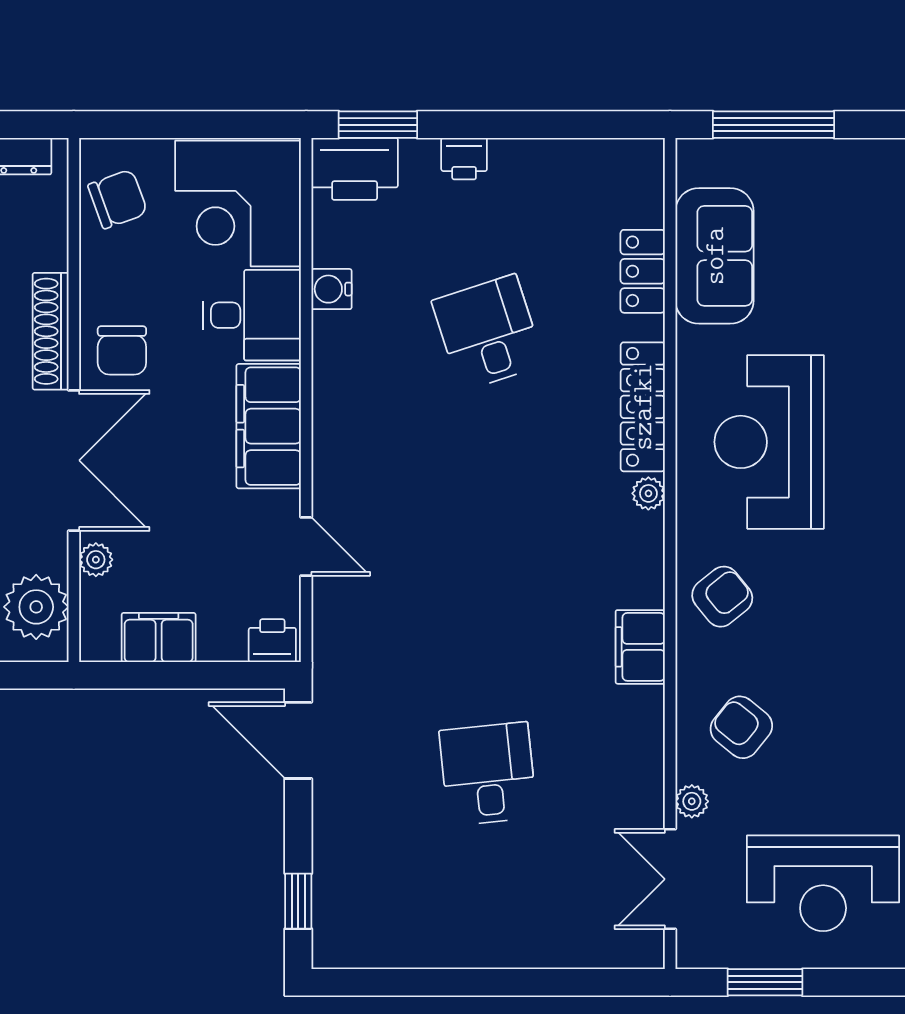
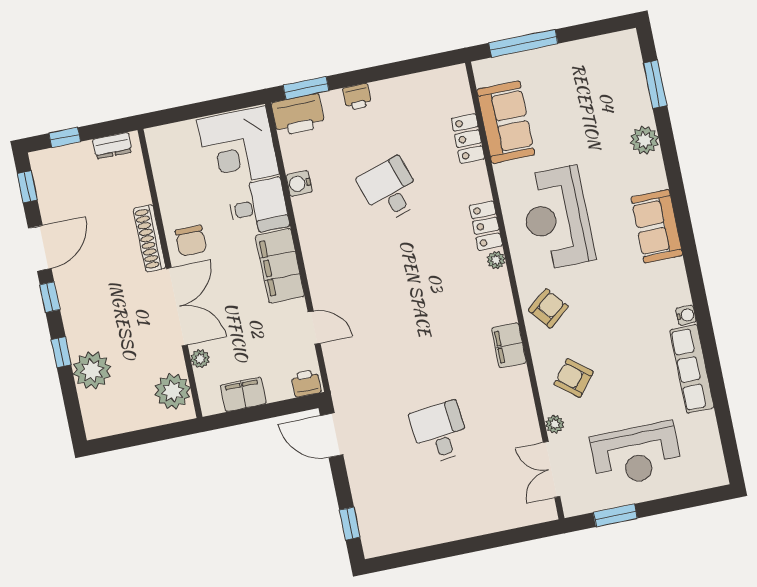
chair: (118, 199) -> (171, 158), removed
locker: (643, 407) -> (486, 226), width x0.66

